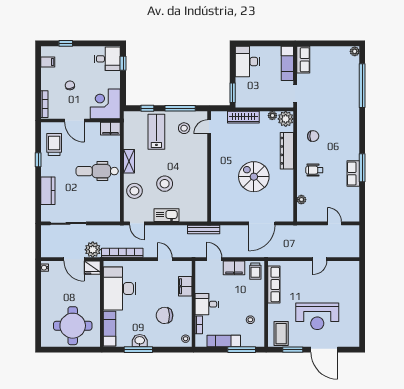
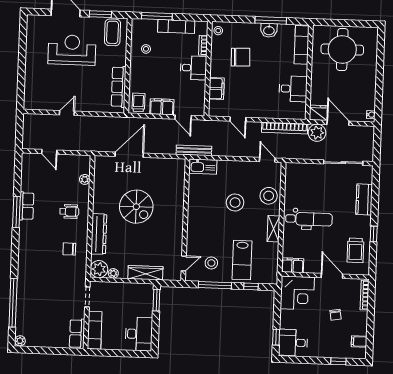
kitchen sink: (167, 215) -> (203, 167), moved
desk: (120, 289) -> (293, 89), width x0.53, depth x0.77

